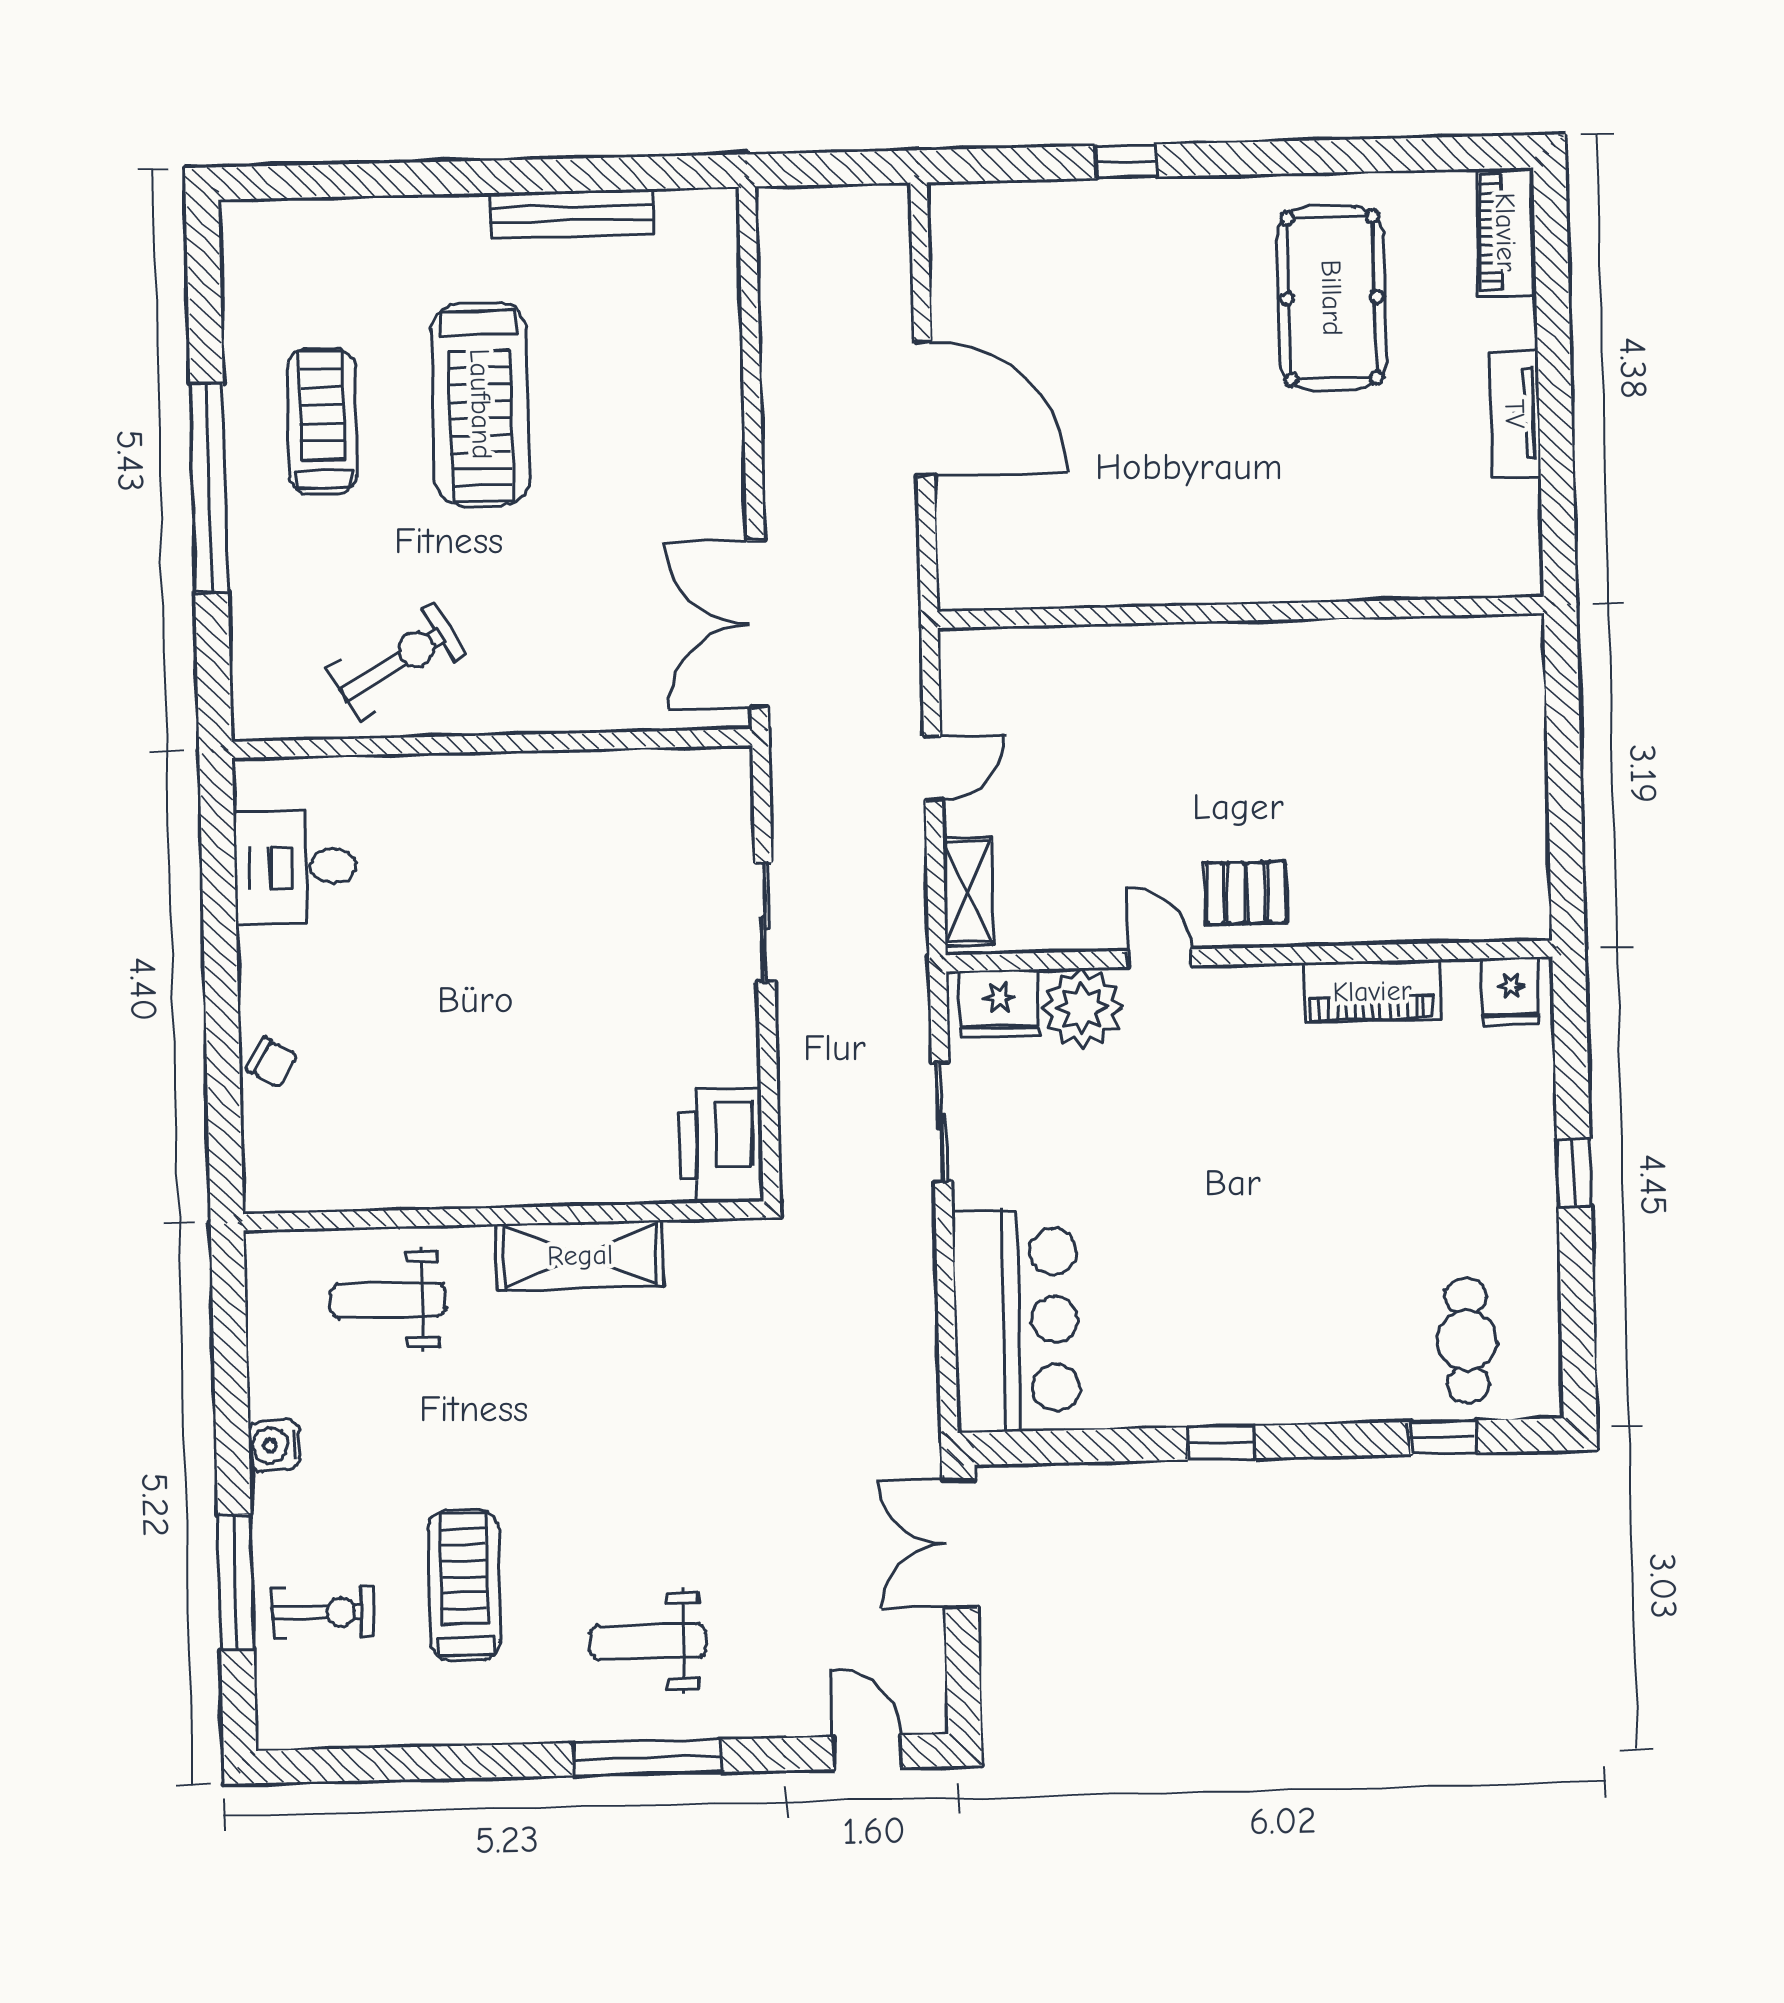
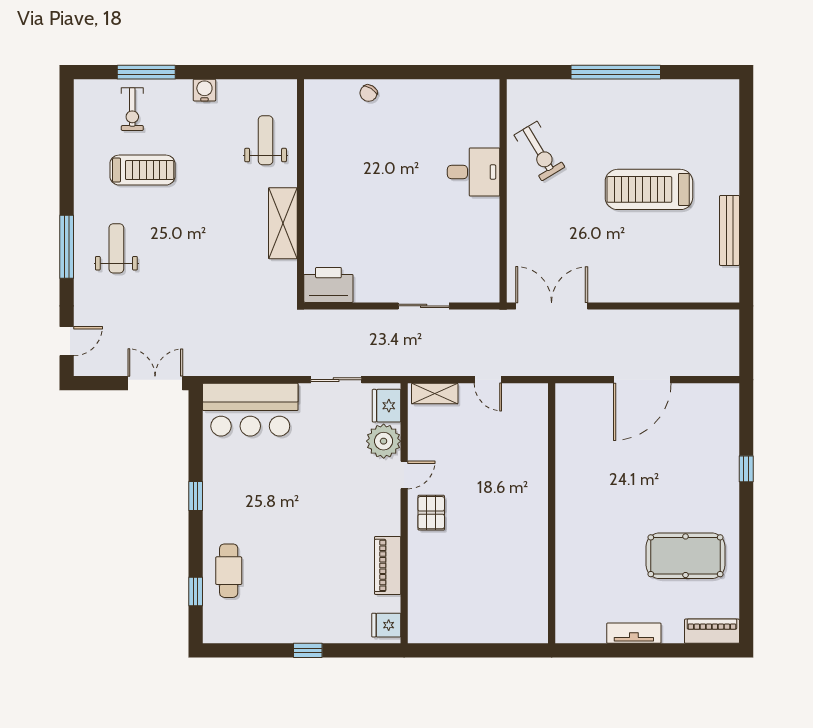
treadmill: (322, 421) -> (643, 121), removed
desk: (295, 867) -> (474, 172), moved, turned 90
cafe table: (1467, 1340) -> (229, 571), moved, turned 90

